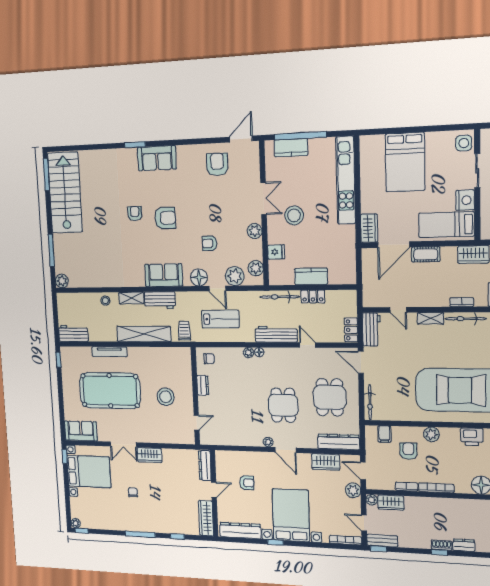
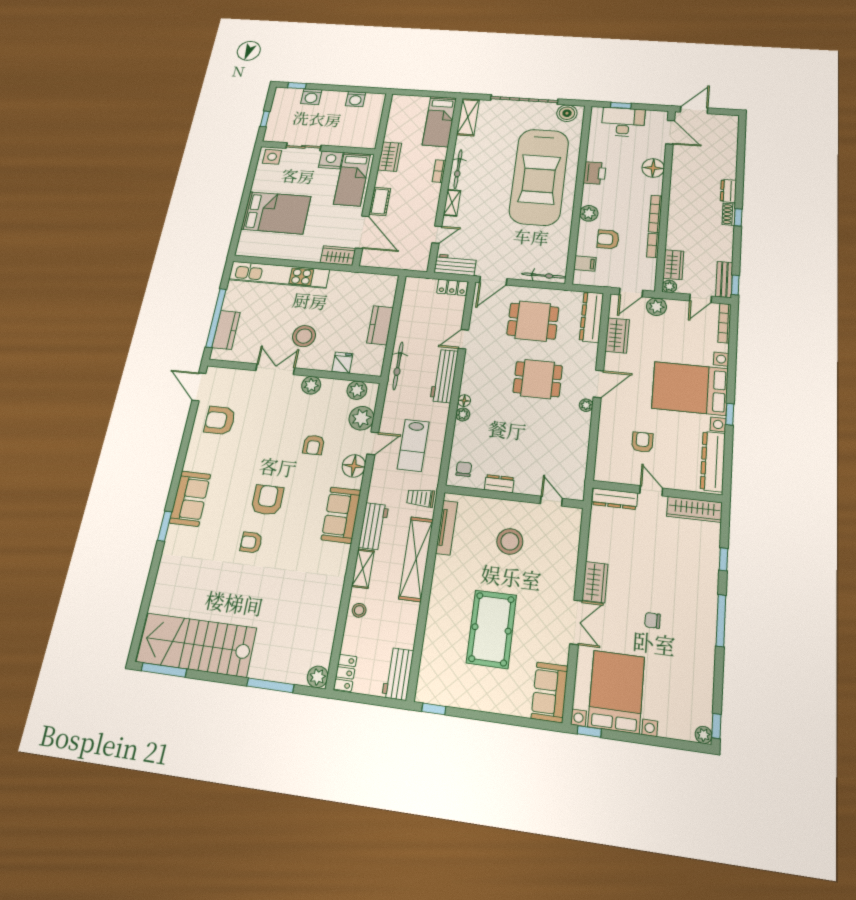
locker: (313, 297) -> (345, 673), moved
lab bench: (220, 319) -> (413, 445), turned 180
tv unit: (109, 352) -> (447, 528), moved
pool table: (110, 391) -> (492, 629), width x0.73, depth x0.76

